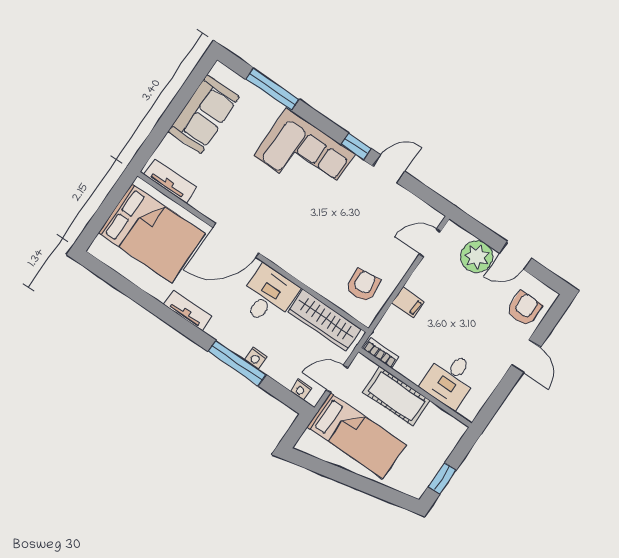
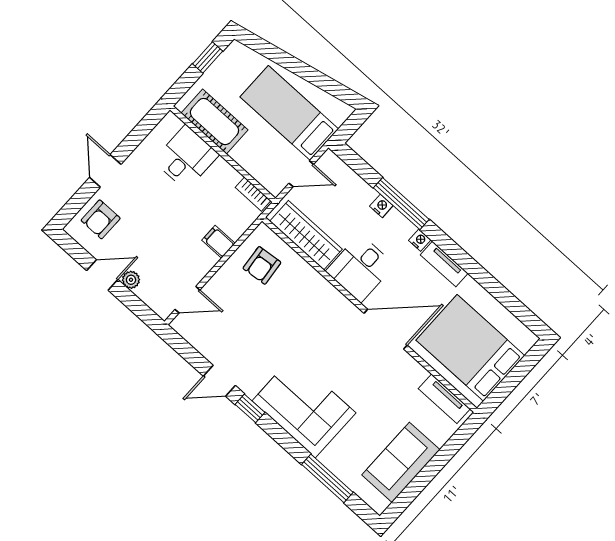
plant: (477, 257) -> (131, 280), width x0.53, depth x0.53
nightstand: (301, 390) -> (420, 240), moved
cot: (396, 396) -> (214, 122), moved

